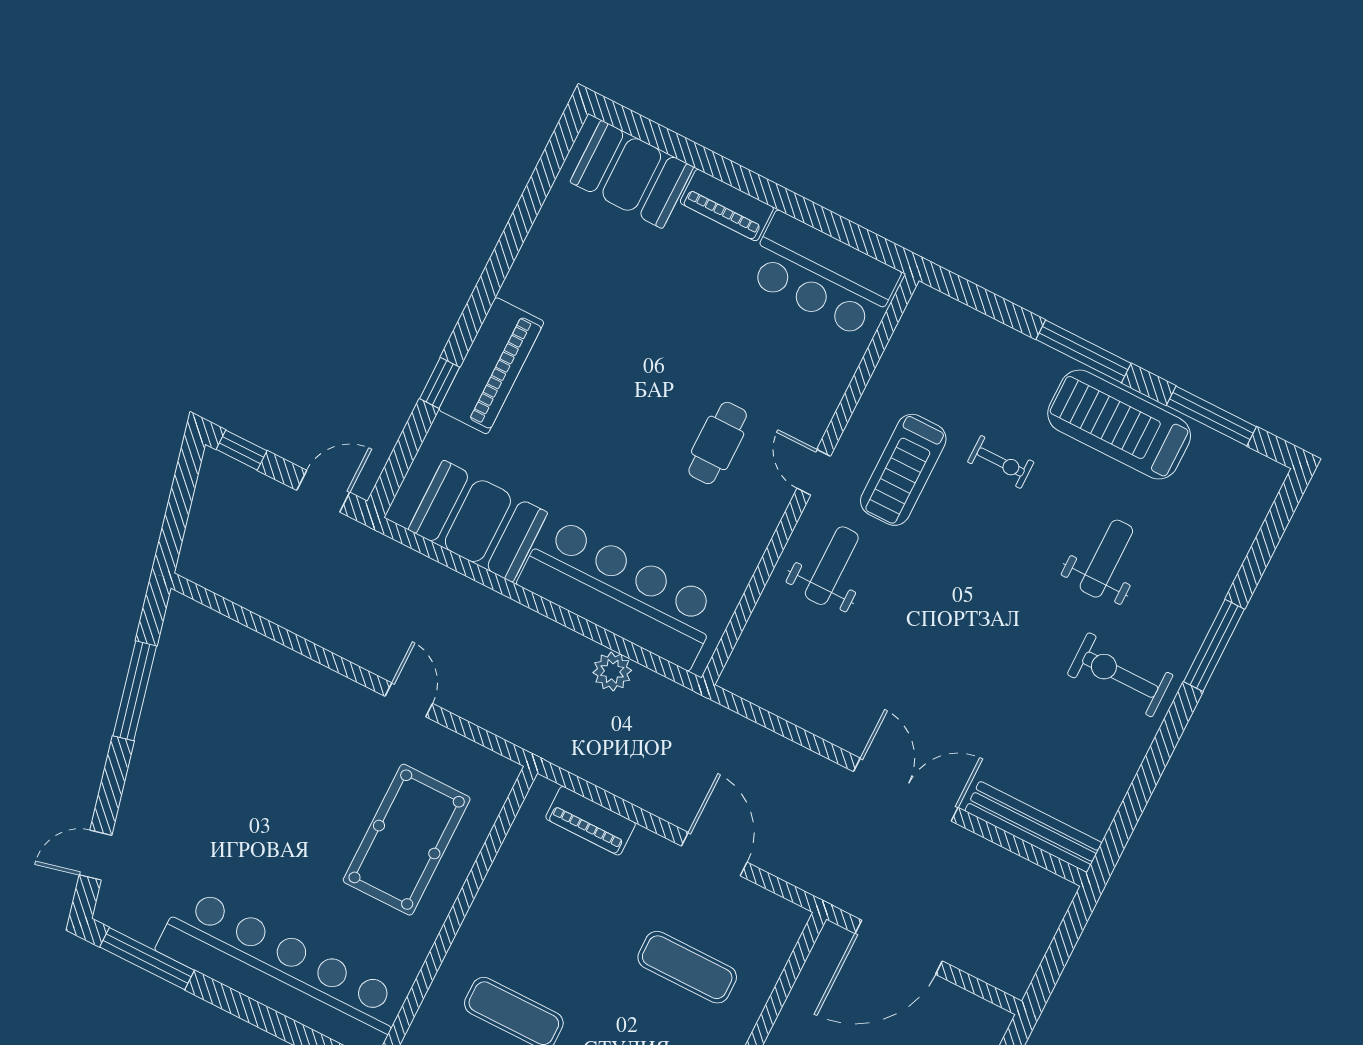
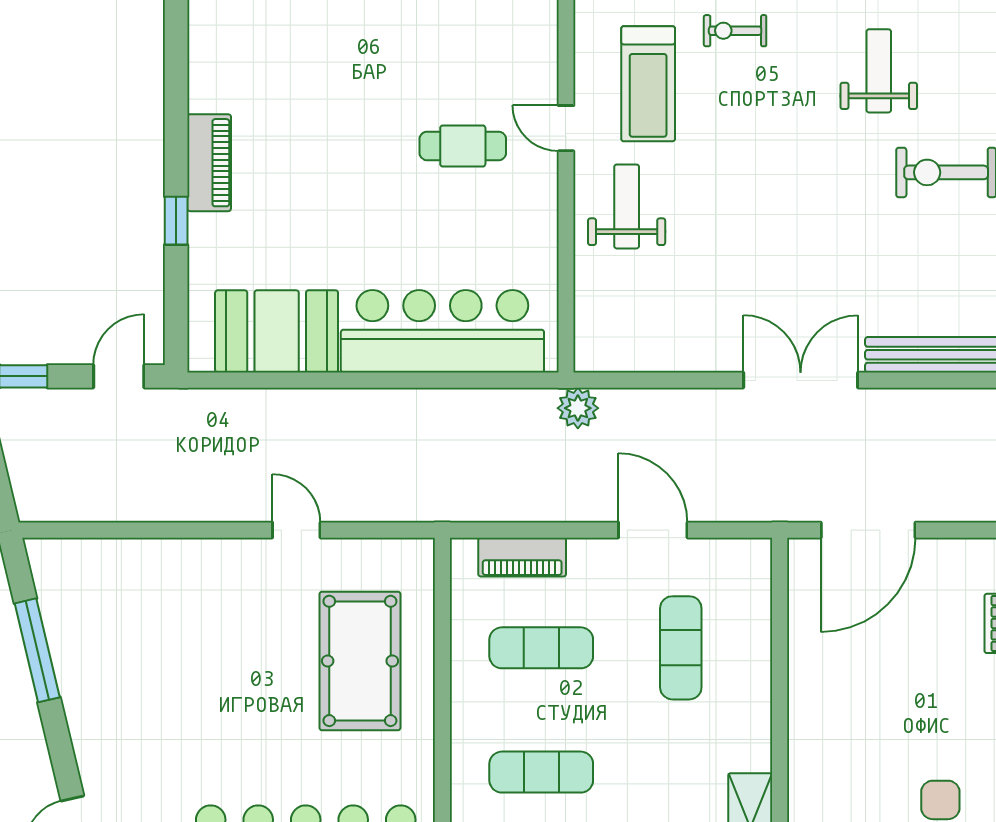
piano: (491, 366) -> (209, 163), width x0.73, depth x0.75
cafe table: (718, 443) -> (463, 146), turned 90
exercise bike: (1001, 462) -> (735, 31), turned 180
plant: (612, 671) -> (578, 408), moved
exercise mat: (568, 907) -> (541, 648), added
exercise mat: (687, 967) -> (681, 648), turned 90

